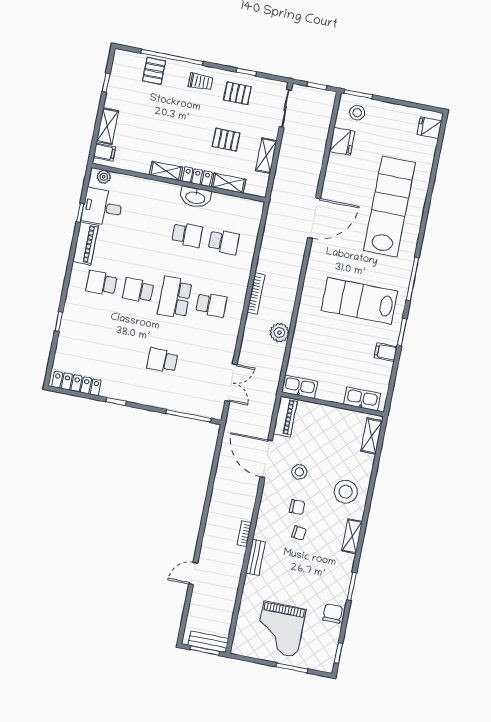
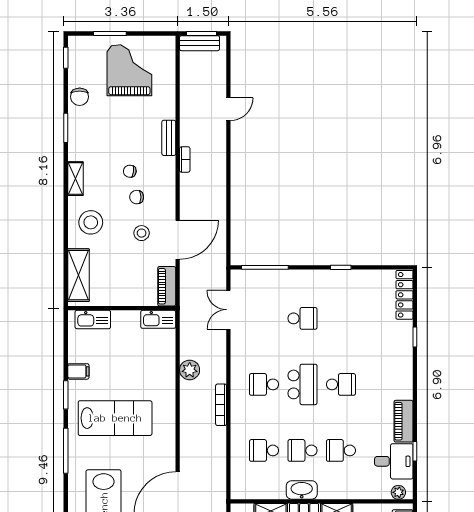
school desk: (101, 283) -> (341, 450), moved, turned 180
locker: (76, 383) -> (405, 295), moved, turned 90
shelving: (372, 436) -> (78, 275), width x1.50, depth x1.33
door: (266, 459) -> (178, 240), hinge flipped

